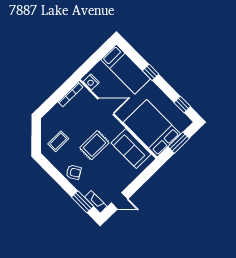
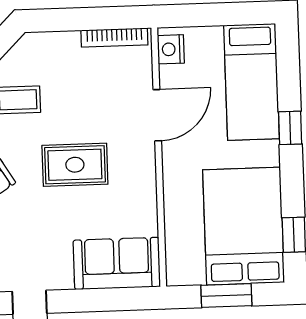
door: (106, 106) -> (157, 115), hinge flipped
bed: (152, 128) -> (244, 226), moved
sofa: (131, 149) -> (117, 263), moved, turned 90

